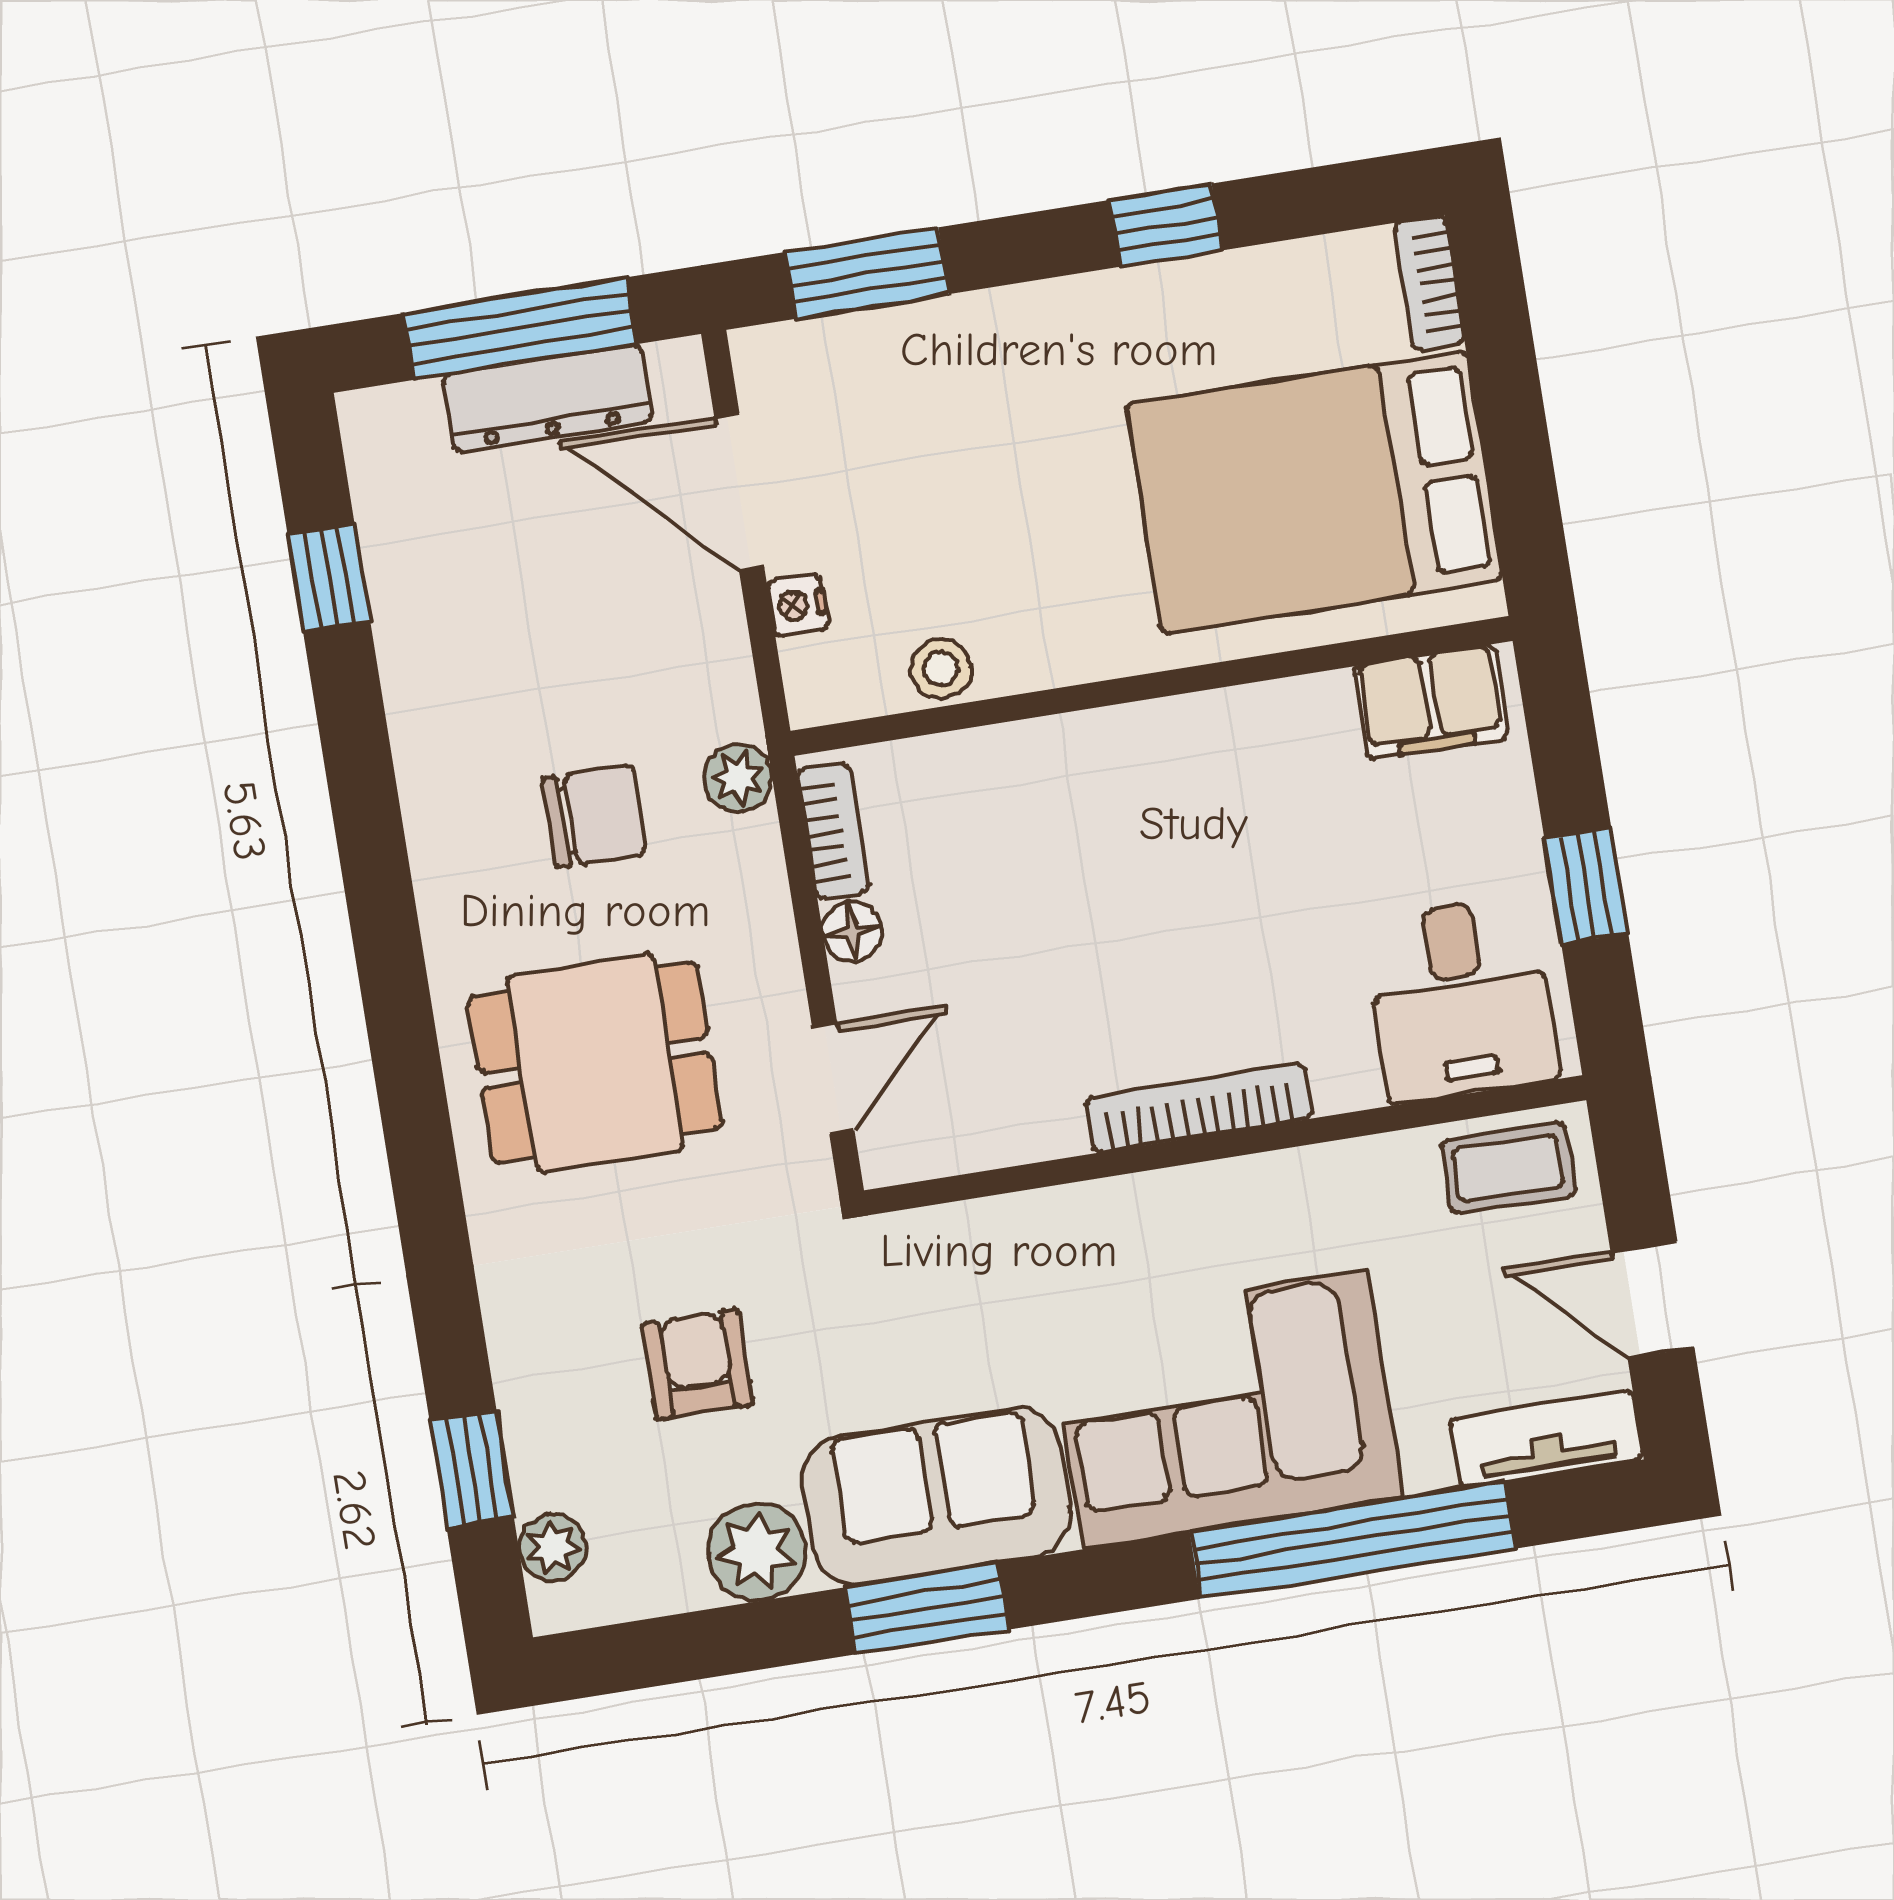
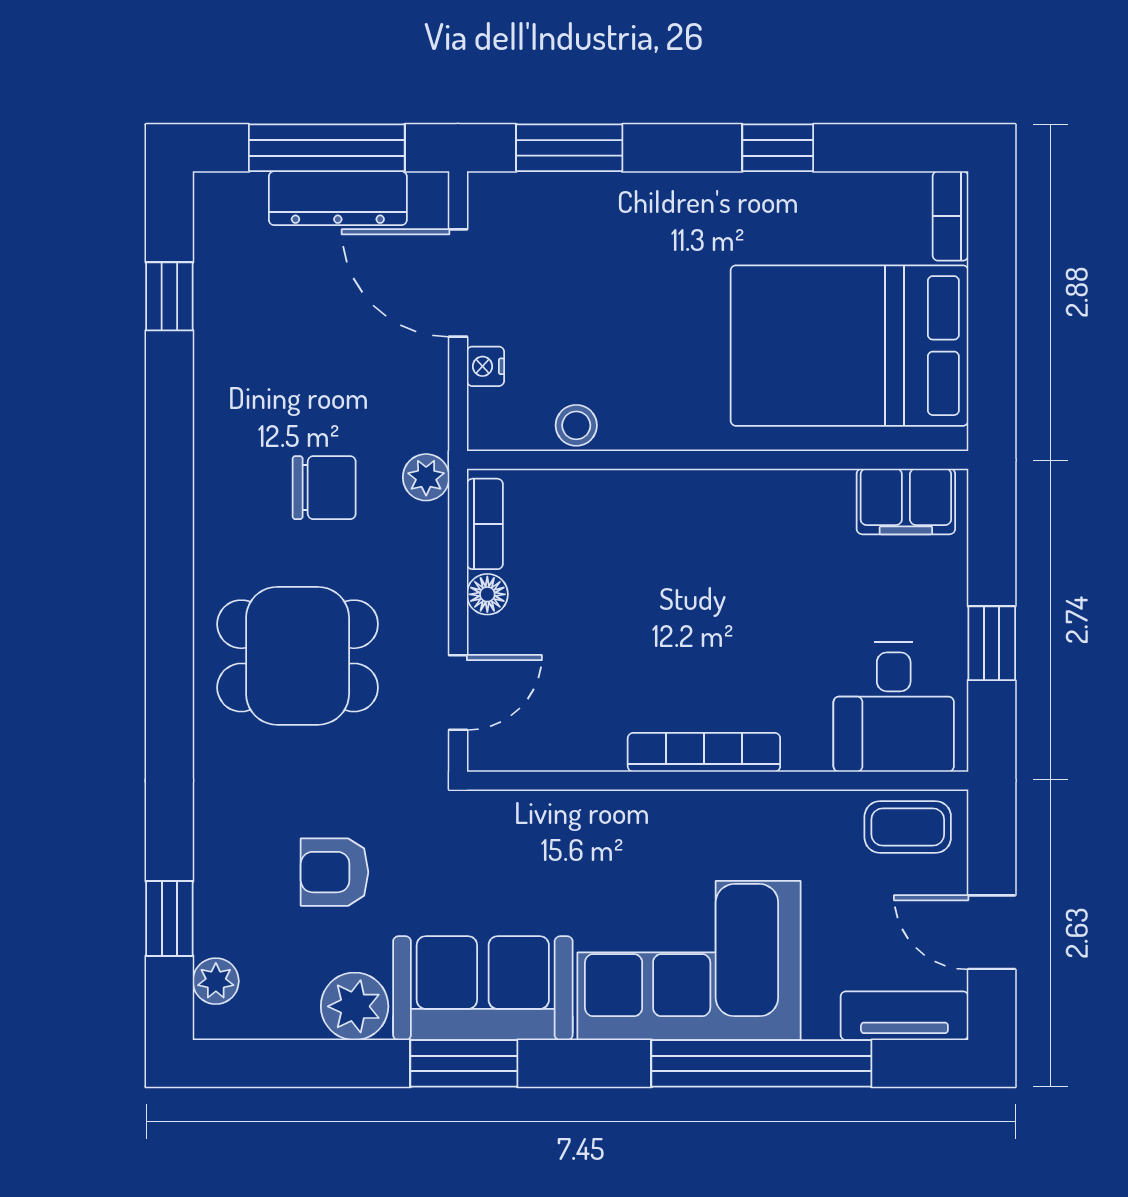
armchair: (697, 1364) -> (334, 872), turned -90

